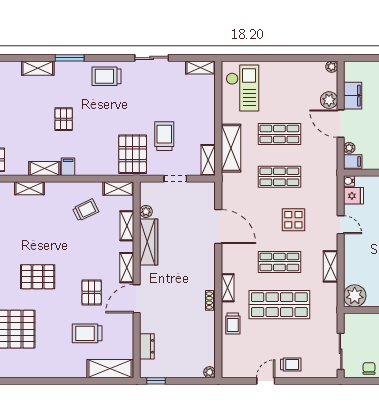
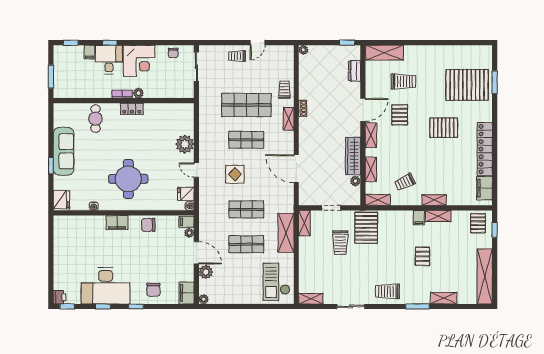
trolley: (106, 76) -> (388, 291), turned 180
filing cabinet: (353, 96) -> (187, 293), moved
shelving: (29, 188) -> (434, 200), moved
shelving: (330, 266) -> (205, 136), removed
plant: (355, 296) -> (185, 144), moved

